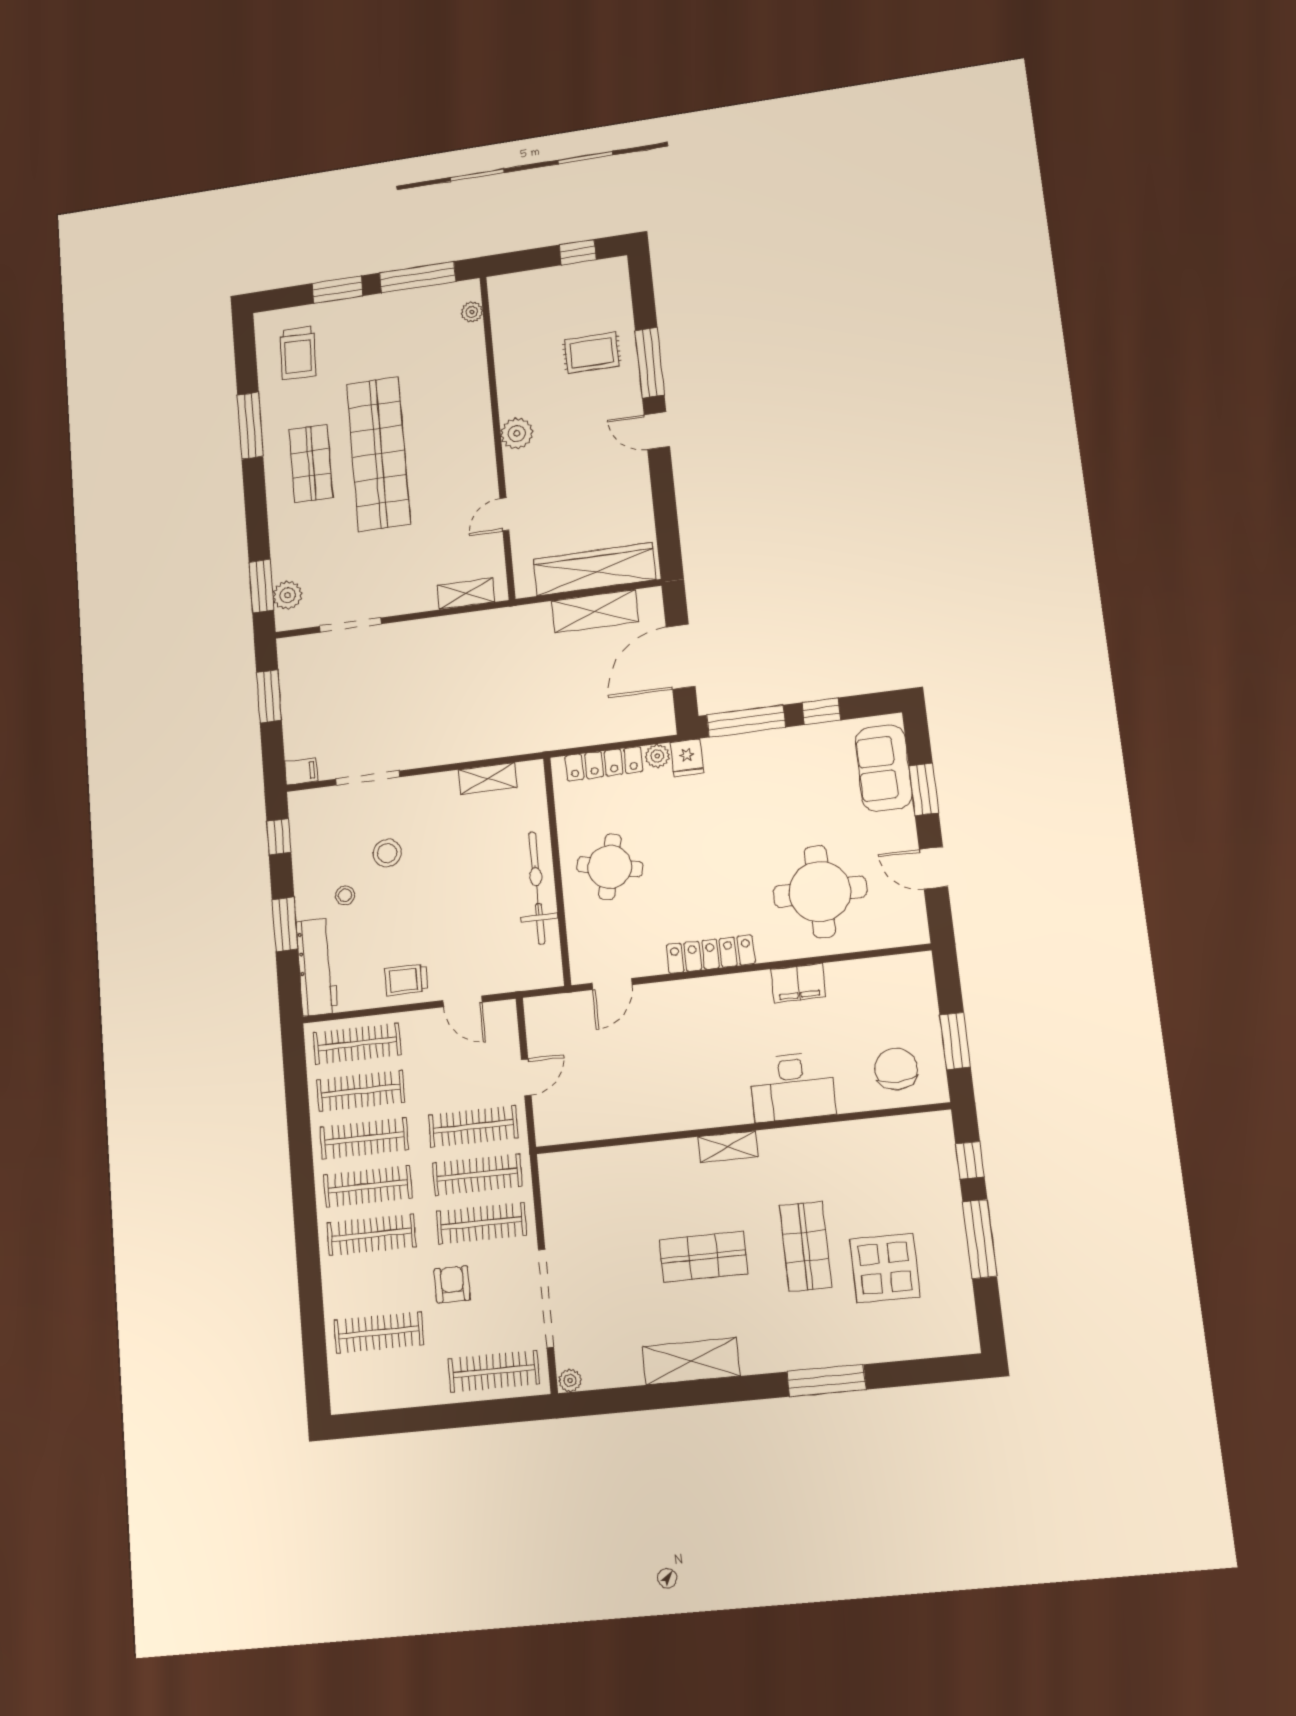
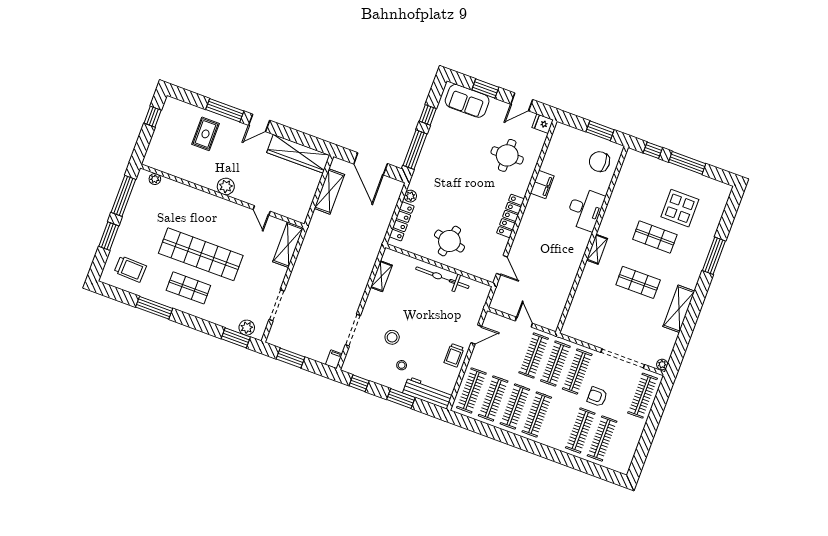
wardrobe: (595, 569) -> (298, 154), moved, turned -90
shelving: (466, 594) -> (288, 245), width x1.50, depth x1.33
fridge: (687, 758) -> (543, 124), moved, turned 180
round table: (820, 892) -> (507, 155), width x0.73, depth x0.73
clothes rail: (371, 1235) -> (580, 430), moved
shop shelf: (703, 1257) -> (638, 282), turned 90

